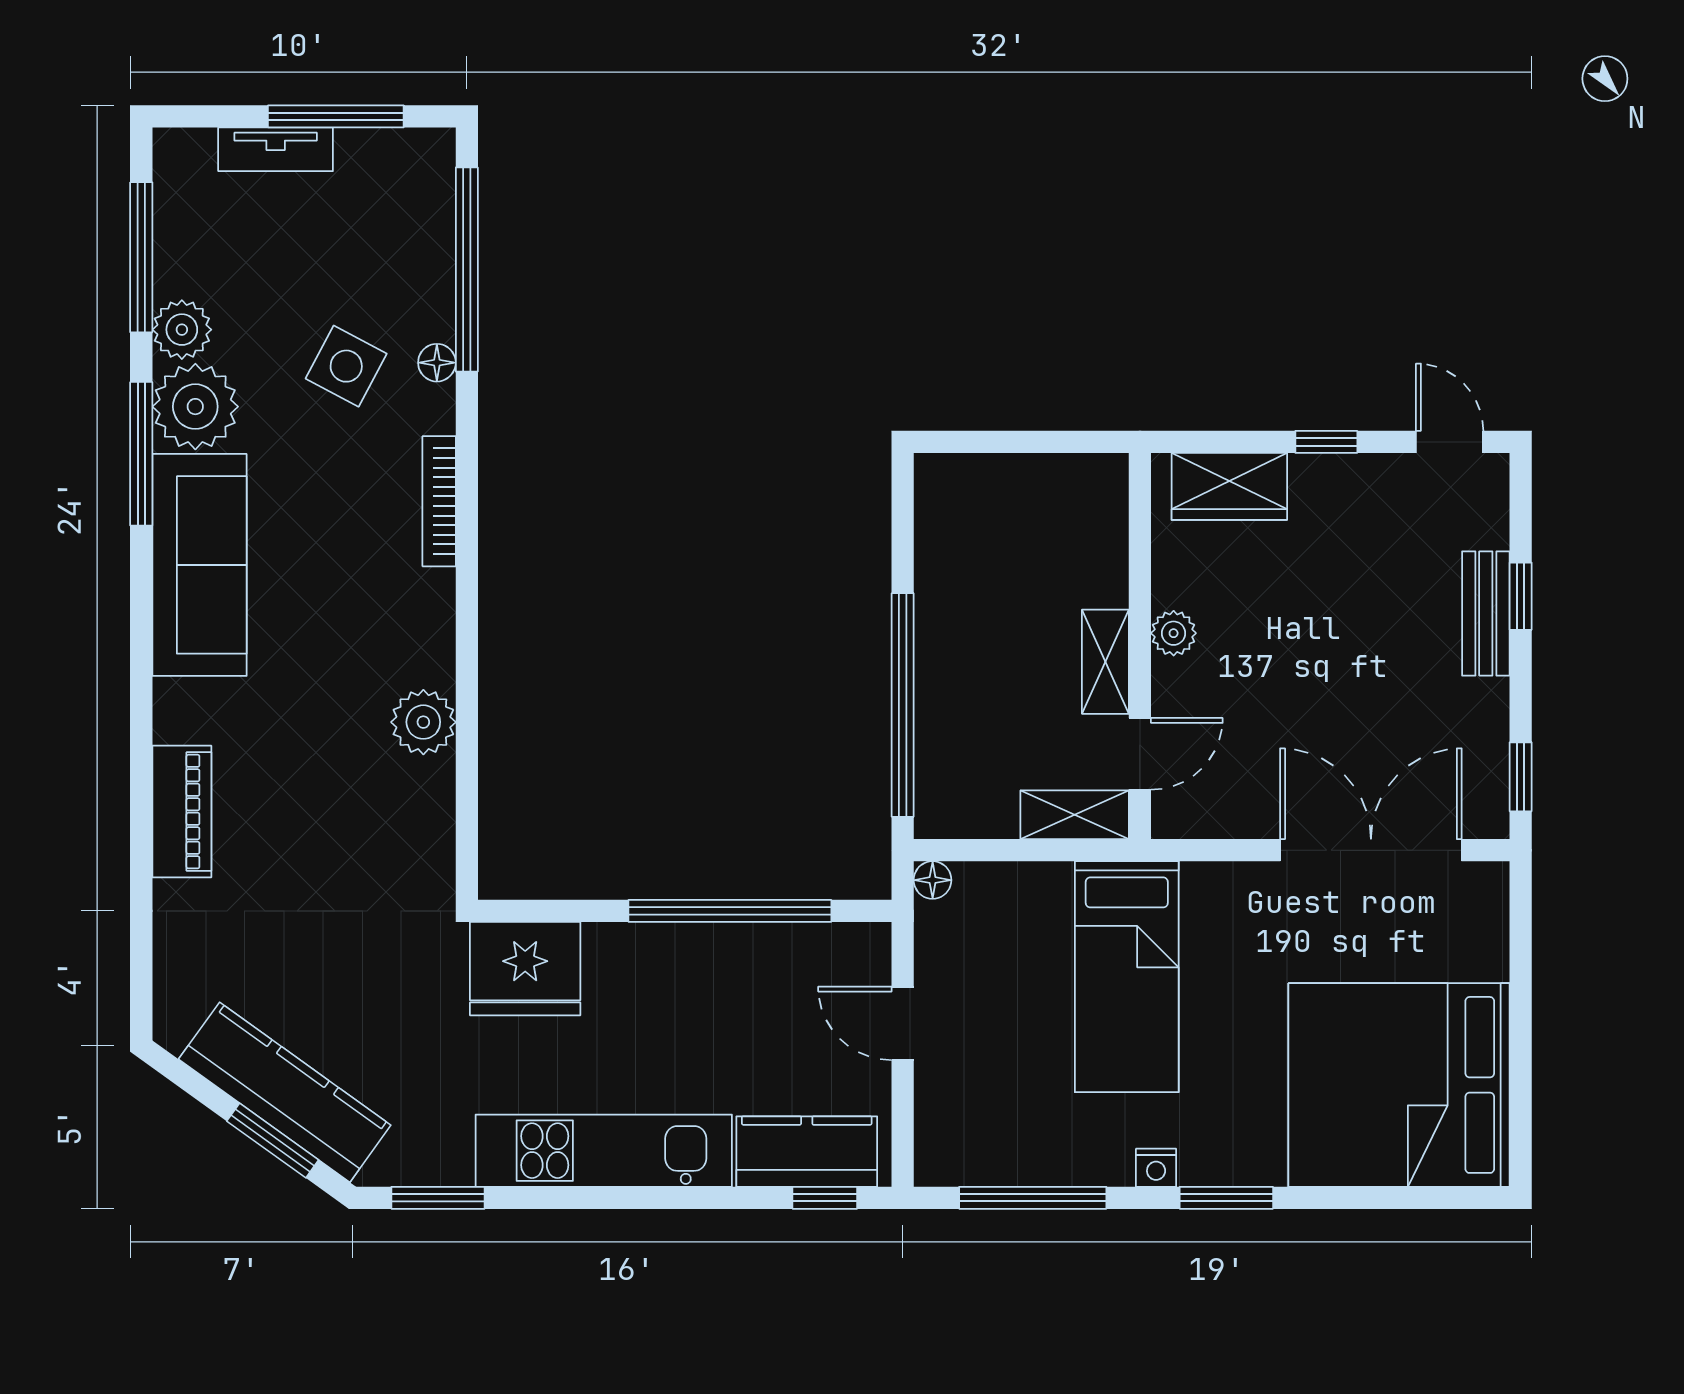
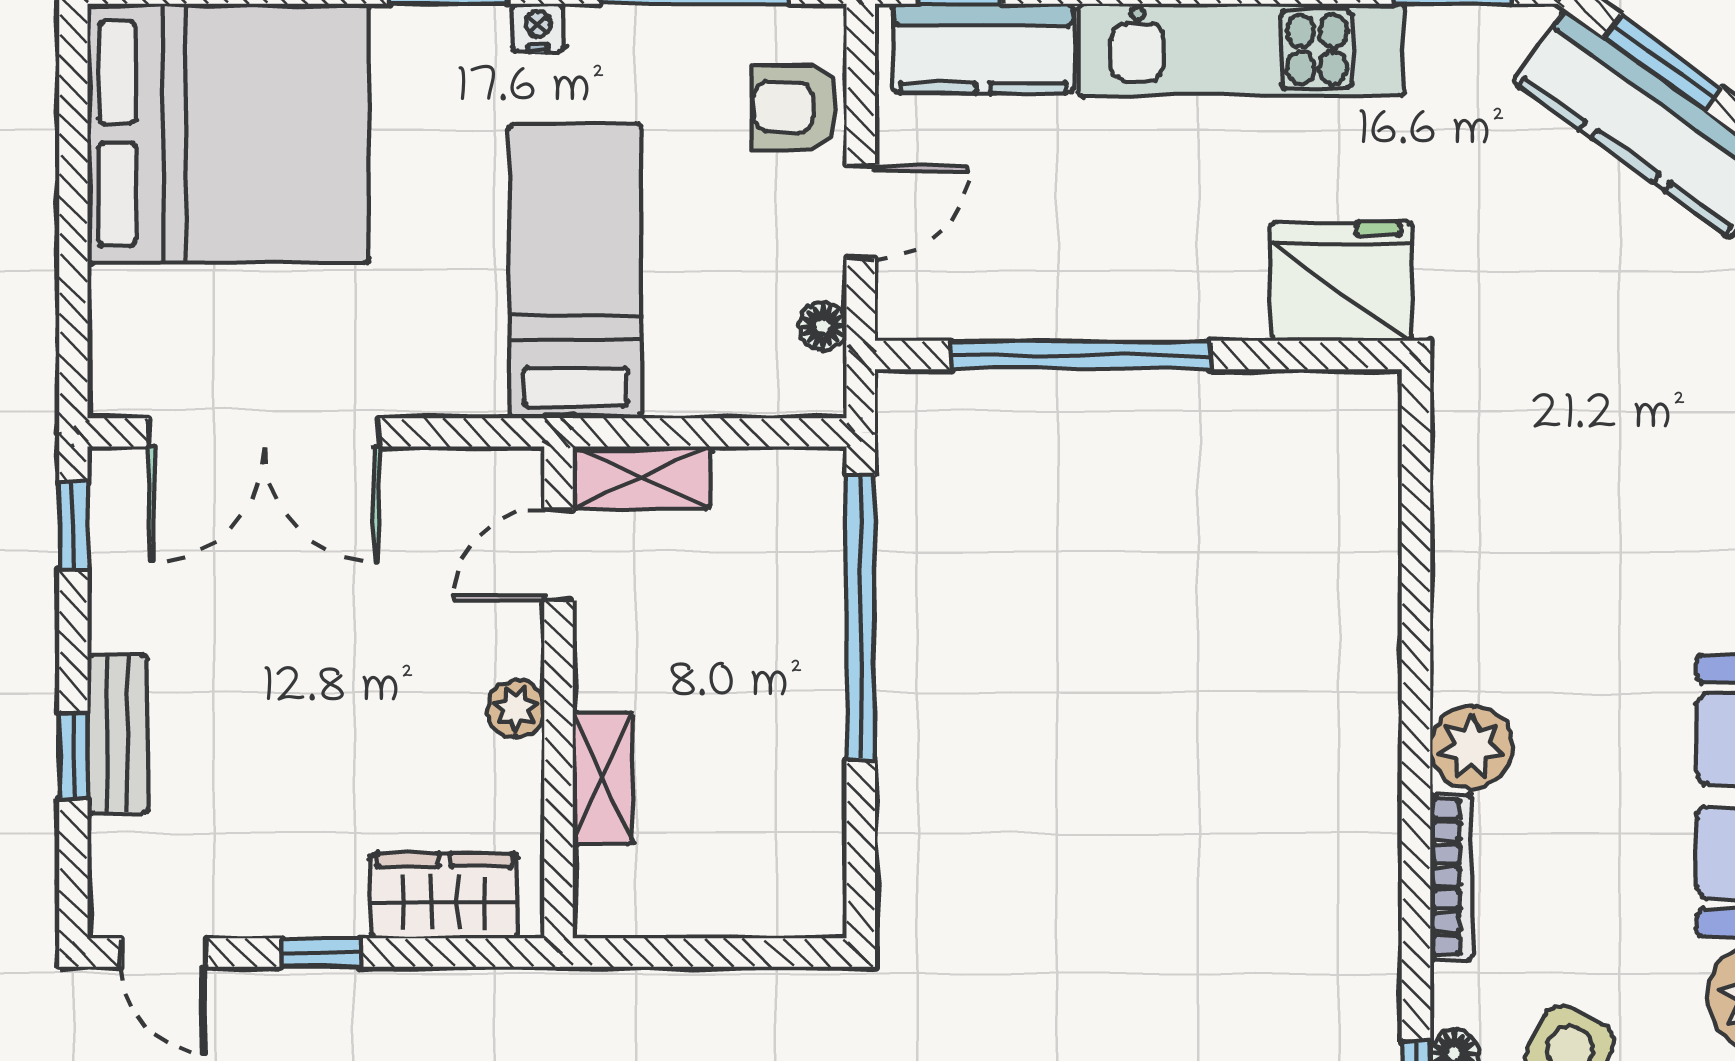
shelving: (1105, 662) -> (602, 778), moved
plant: (423, 722) -> (1471, 747), moved
floor lamp: (933, 880) -> (823, 326), moved
door: (903, 1023) -> (861, 212), hinge flipped
armchair: (954, 1105) -> (795, 108), added

